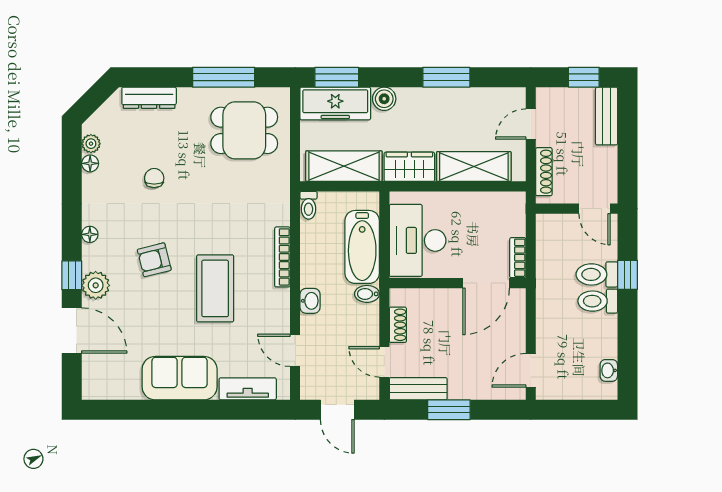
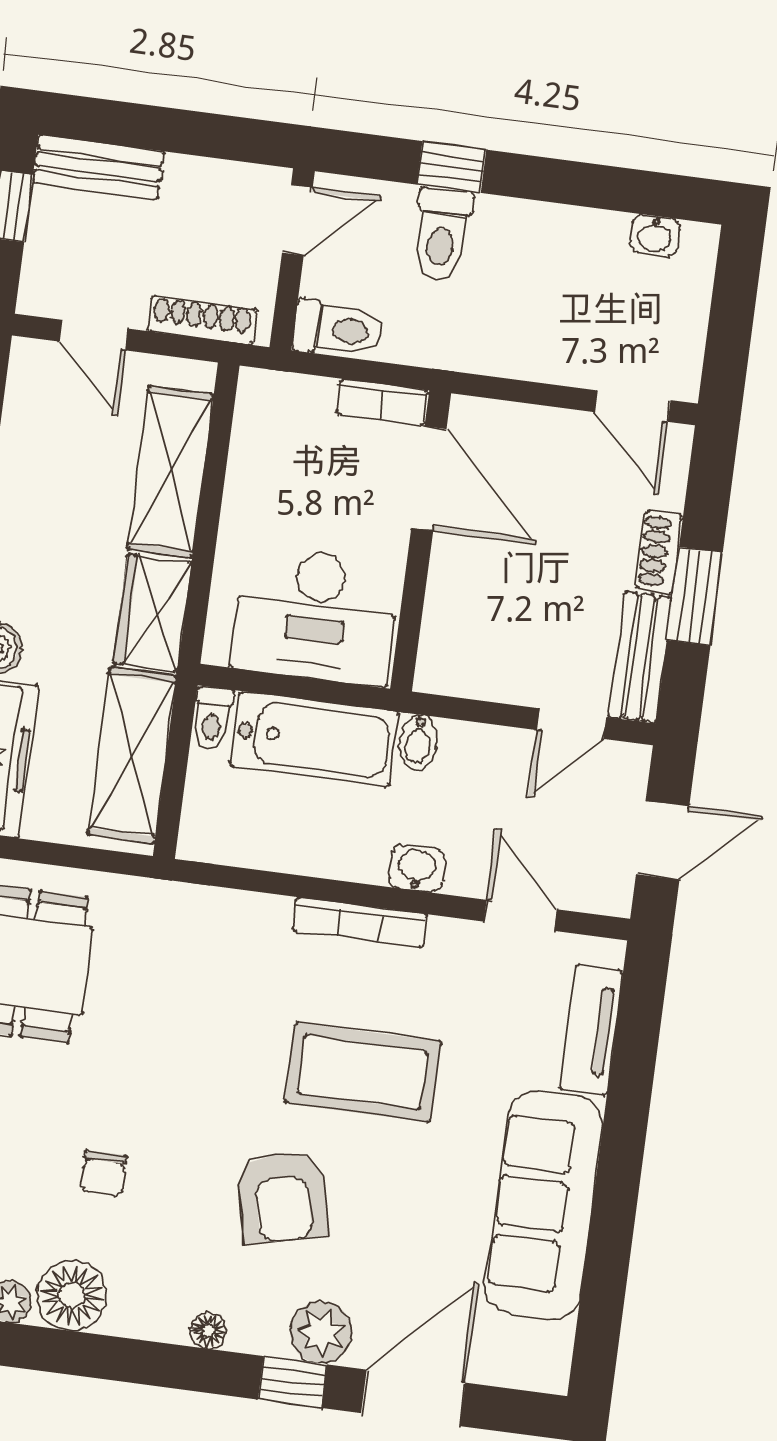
floor lamp: (90, 163) -> (72, 1295), width x1.89, depth x1.89
chair: (154, 178) -> (104, 1174), turned -90
toilet: (309, 205) -> (212, 718), moved, turned 90
bookcase: (282, 257) -> (360, 922), moved
armchair: (154, 260) -> (282, 1197), width x1.38, depth x1.38
toilet: (598, 301) -> (338, 329), moved, turned -90
shoe rack: (398, 325) -> (659, 552), moved, turned -90
door: (295, 350) -> (521, 915), swing flipped
sofa: (180, 378) -> (544, 1205), width x1.36

